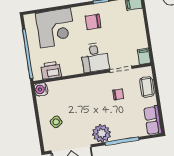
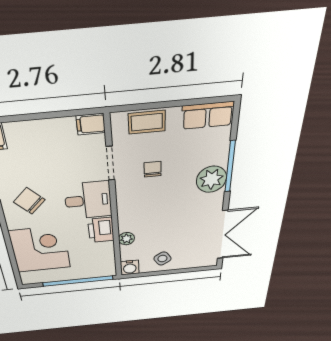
chair: (93, 22) -> (29, 201), turned 136
printer: (51, 70) -> (101, 230), moved
plant: (66, 84) -> (126, 239), added
side table: (56, 122) -> (162, 259), moved
plant: (102, 133) -> (211, 179), moved

